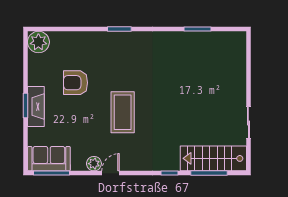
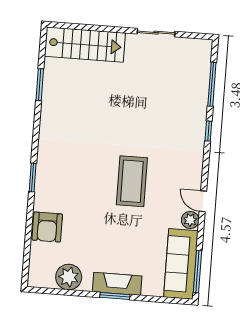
plant: (38, 42) -> (69, 277), moved
armchair: (76, 83) -> (47, 227), moved
coffee table: (123, 112) -> (132, 181), turned 90
stairs: (213, 158) -> (85, 45), moved, turned -90
sofa: (49, 159) -> (181, 264), width x1.36

